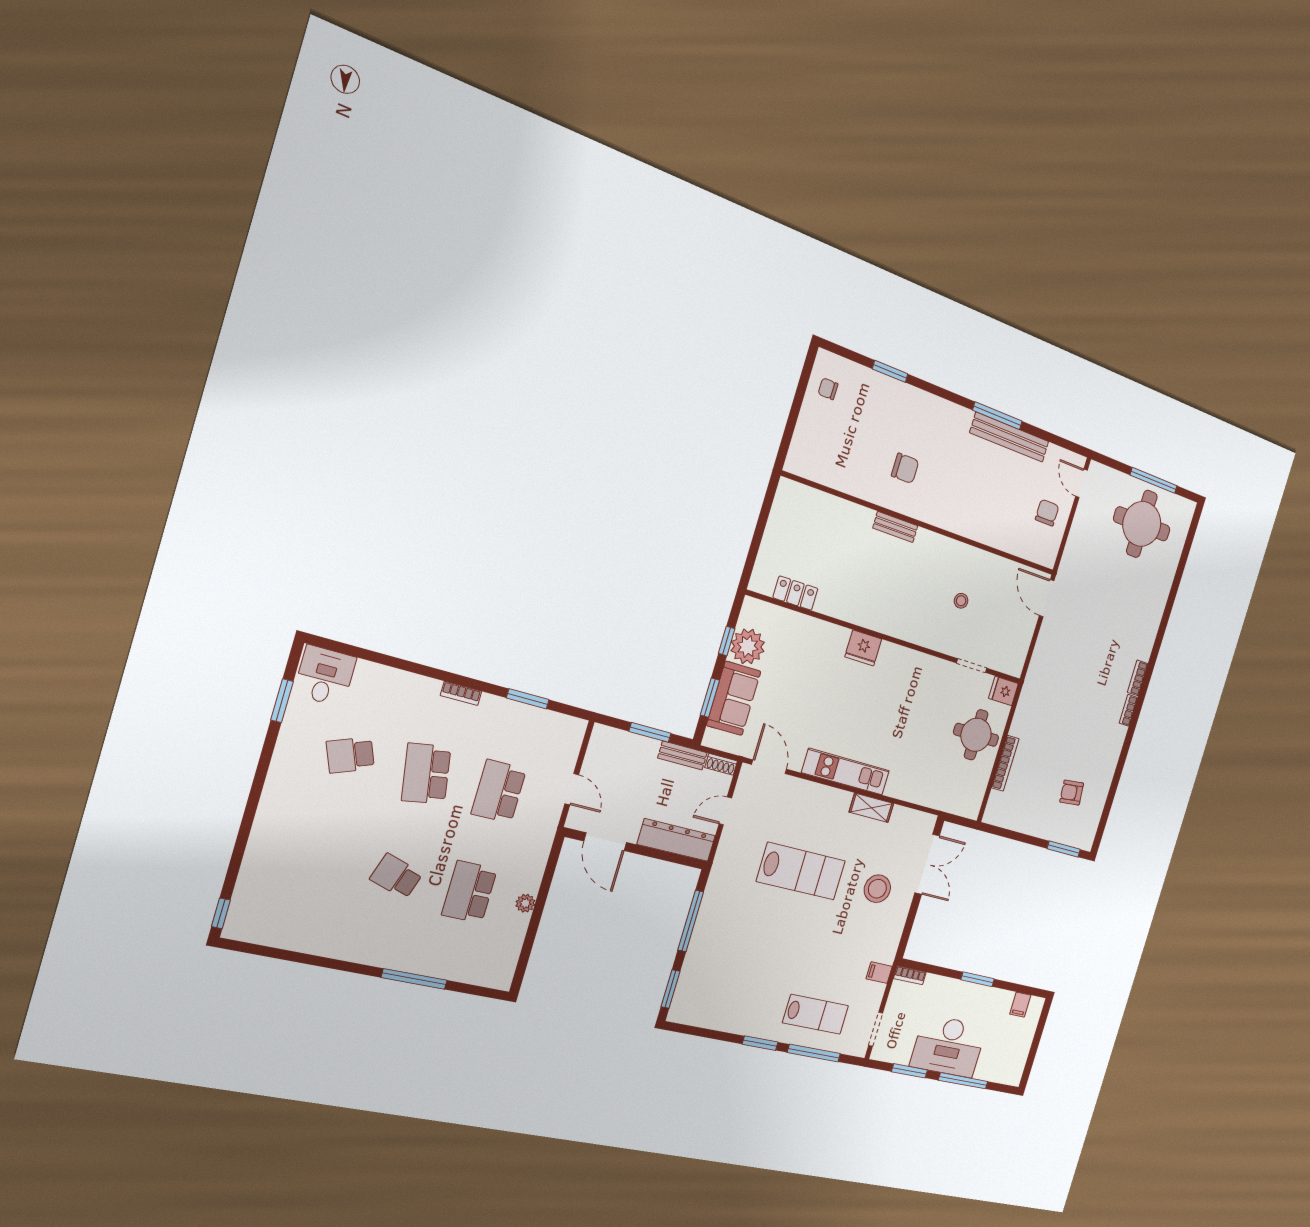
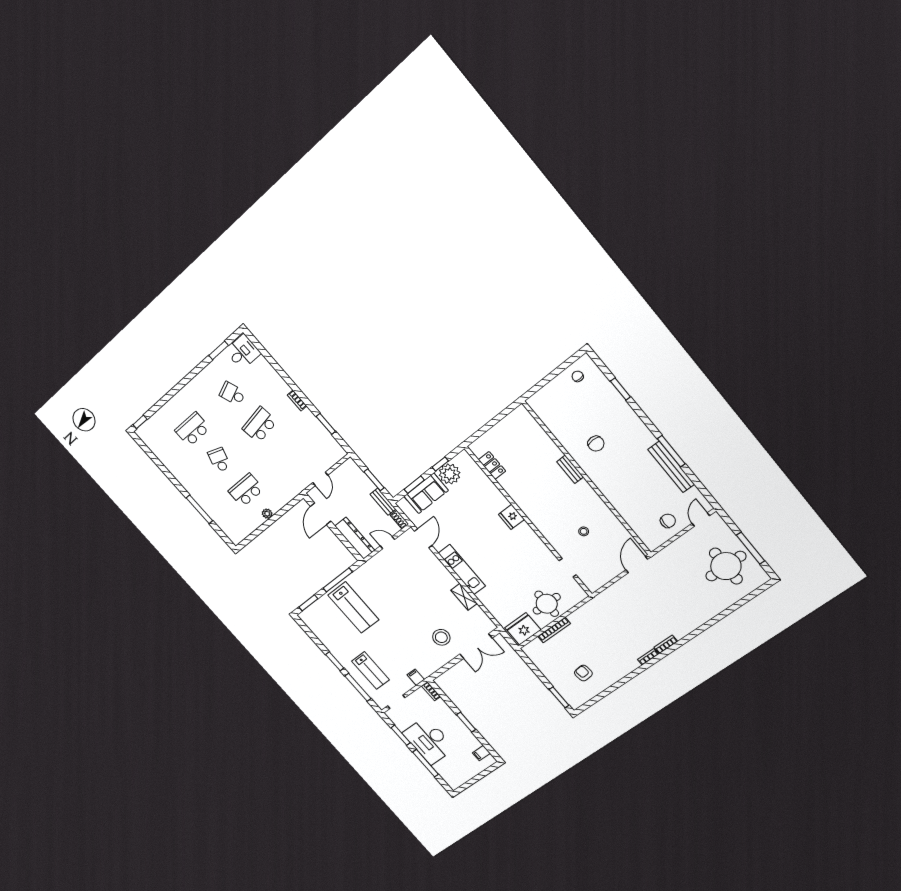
fridge: (1004, 691) -> (523, 629), moved, width x1.88, depth x1.34
school desk: (499, 791) -> (192, 429), moved
lab bench: (801, 871) -> (353, 607), moved

